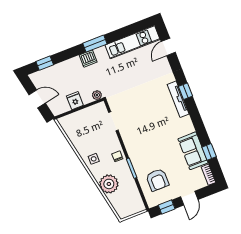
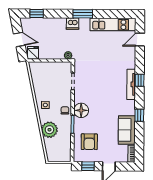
fridge: (75, 101) -> (33, 53), moved
floor lamp: (135, 149) -> (81, 110), added
window: (209, 152) -> (139, 115), moved

